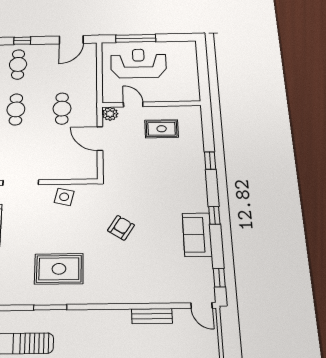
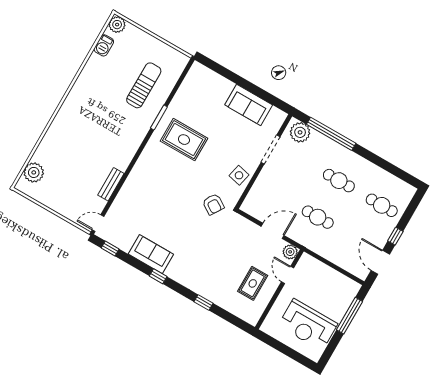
window: (22, 41) -> (395, 236), moved
reception desk: (138, 63) -> (308, 325), moved, turned 90
door: (133, 105) -> (288, 275), swing flipped
armchair: (121, 228) -> (213, 204), moved
rug: (59, 269) -> (184, 140), turned 90

